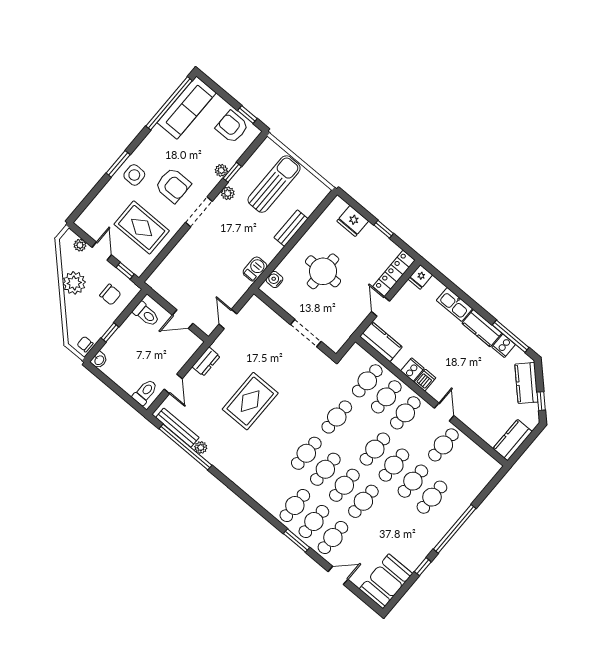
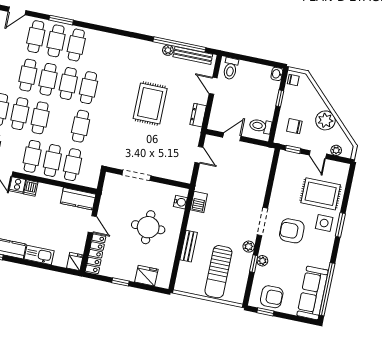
rug: (142, 227) -> (321, 194), moved
cooker: (412, 370) -> (17, 185), moved

